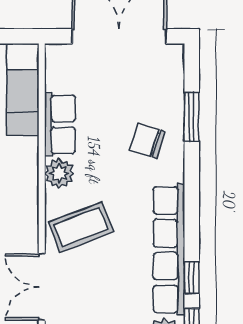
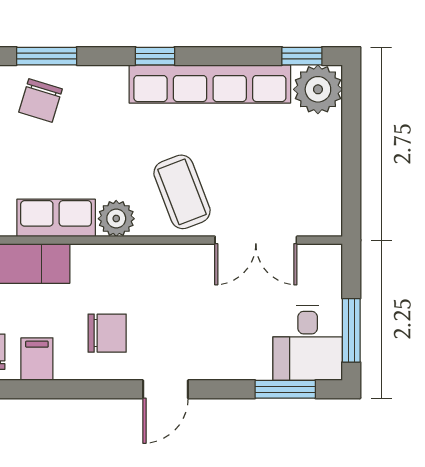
chair: (147, 141) -> (41, 100), moved
window: (192, 278) -> (155, 56), moved

